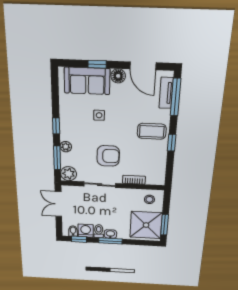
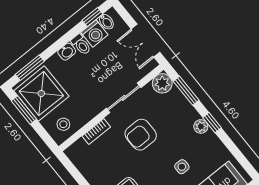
plant: (66, 147) -> (201, 126), moved
double door: (58, 204) -> (146, 41), swing flipped
window: (110, 241) -> (30, 68), moved

